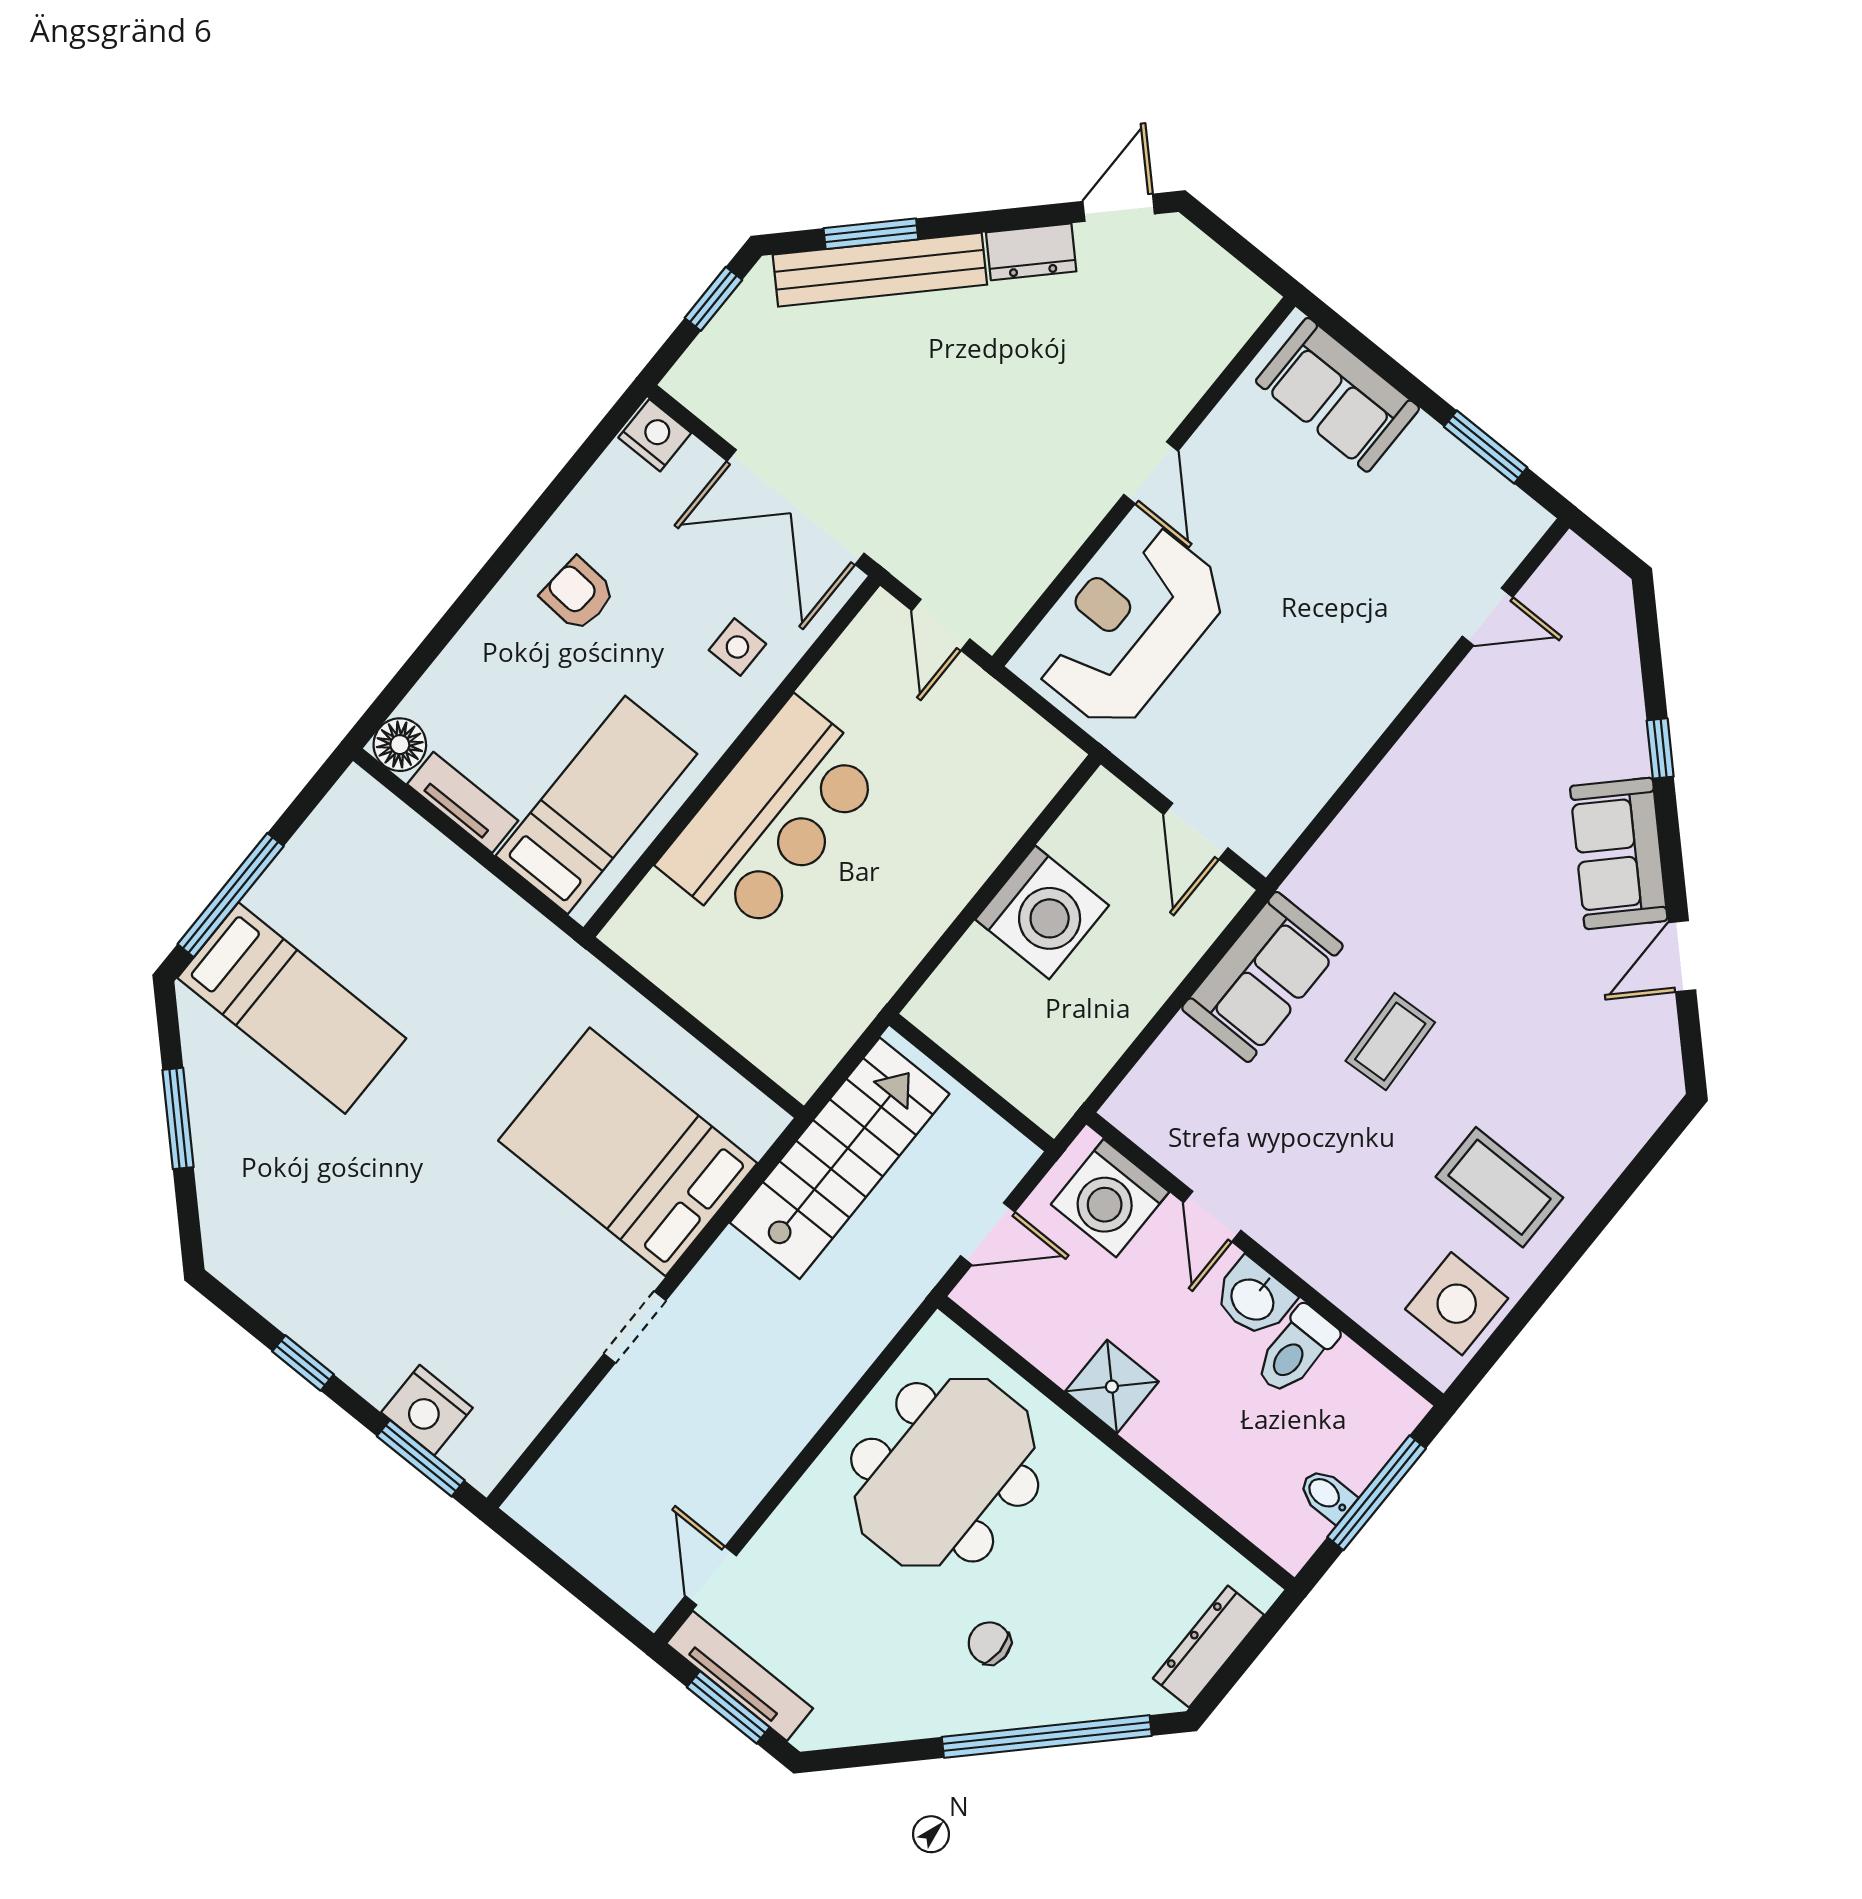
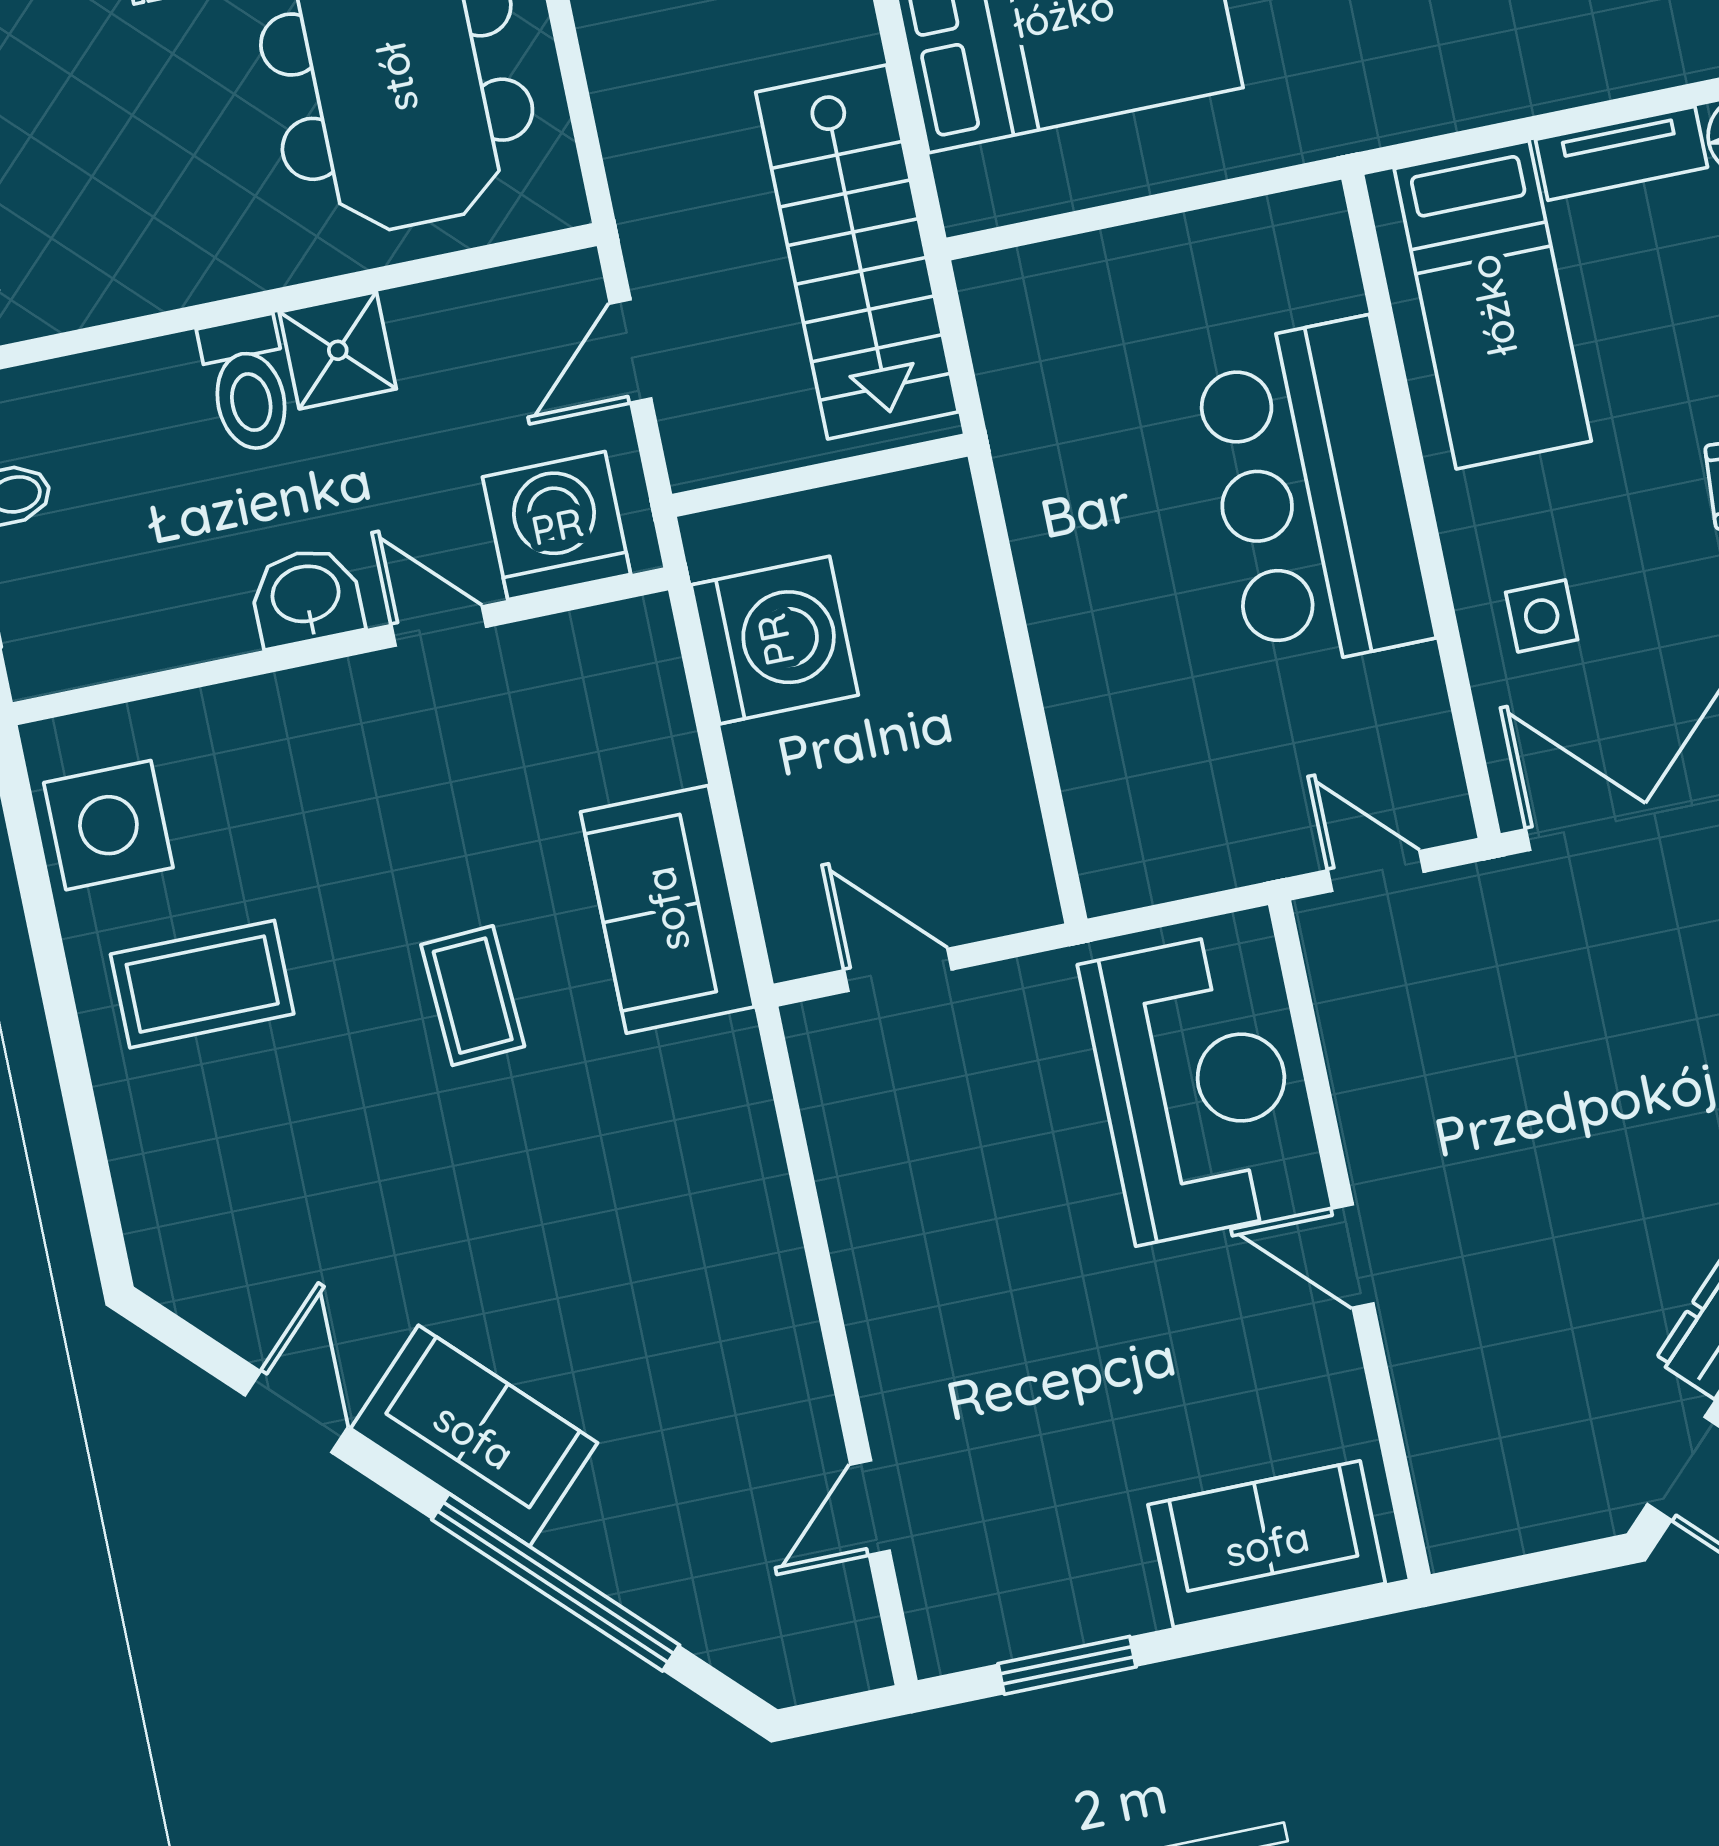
window: (1660, 748) -> (556, 1582), width x3.17
washing machine: (1042, 912) -> (775, 640), moved, turned 180
toilet: (1296, 1350) -> (248, 384), moved, turned 180

